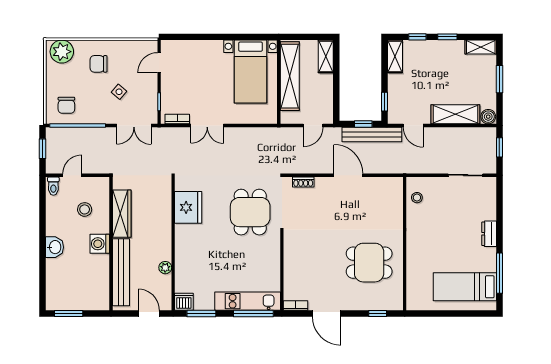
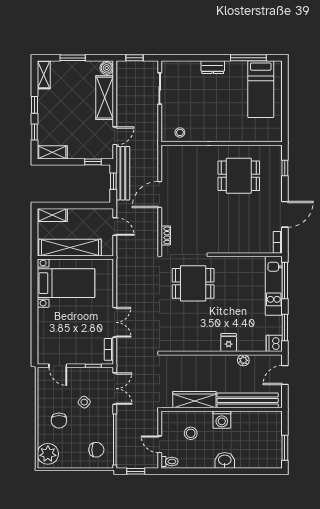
fridge: (188, 207) -> (229, 343), moved, width x0.53, depth x0.75
dining table: (369, 263) -> (239, 176), turned 90

